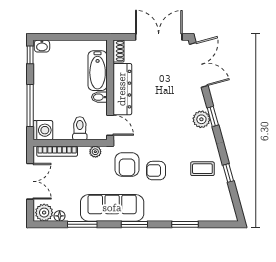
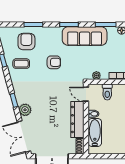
plant: (201, 119) -> (25, 110), moved
armchair: (127, 164) -> (26, 42), moved

